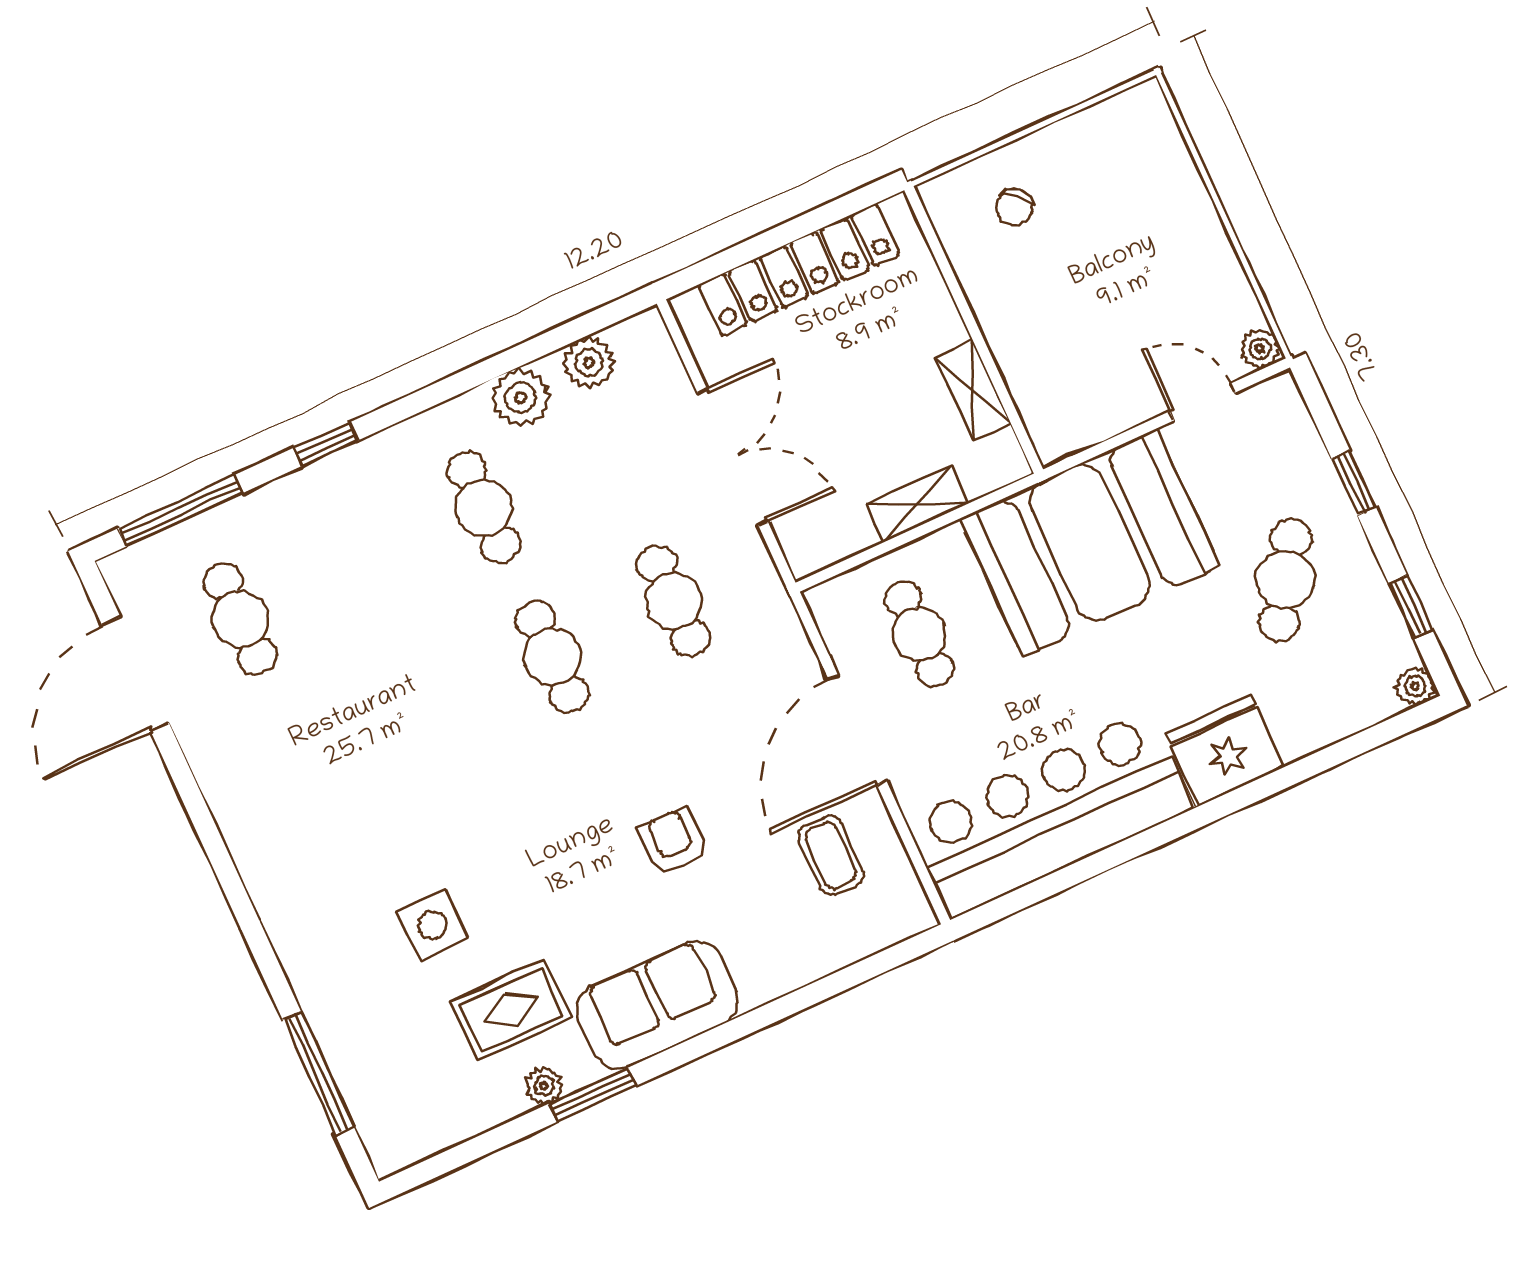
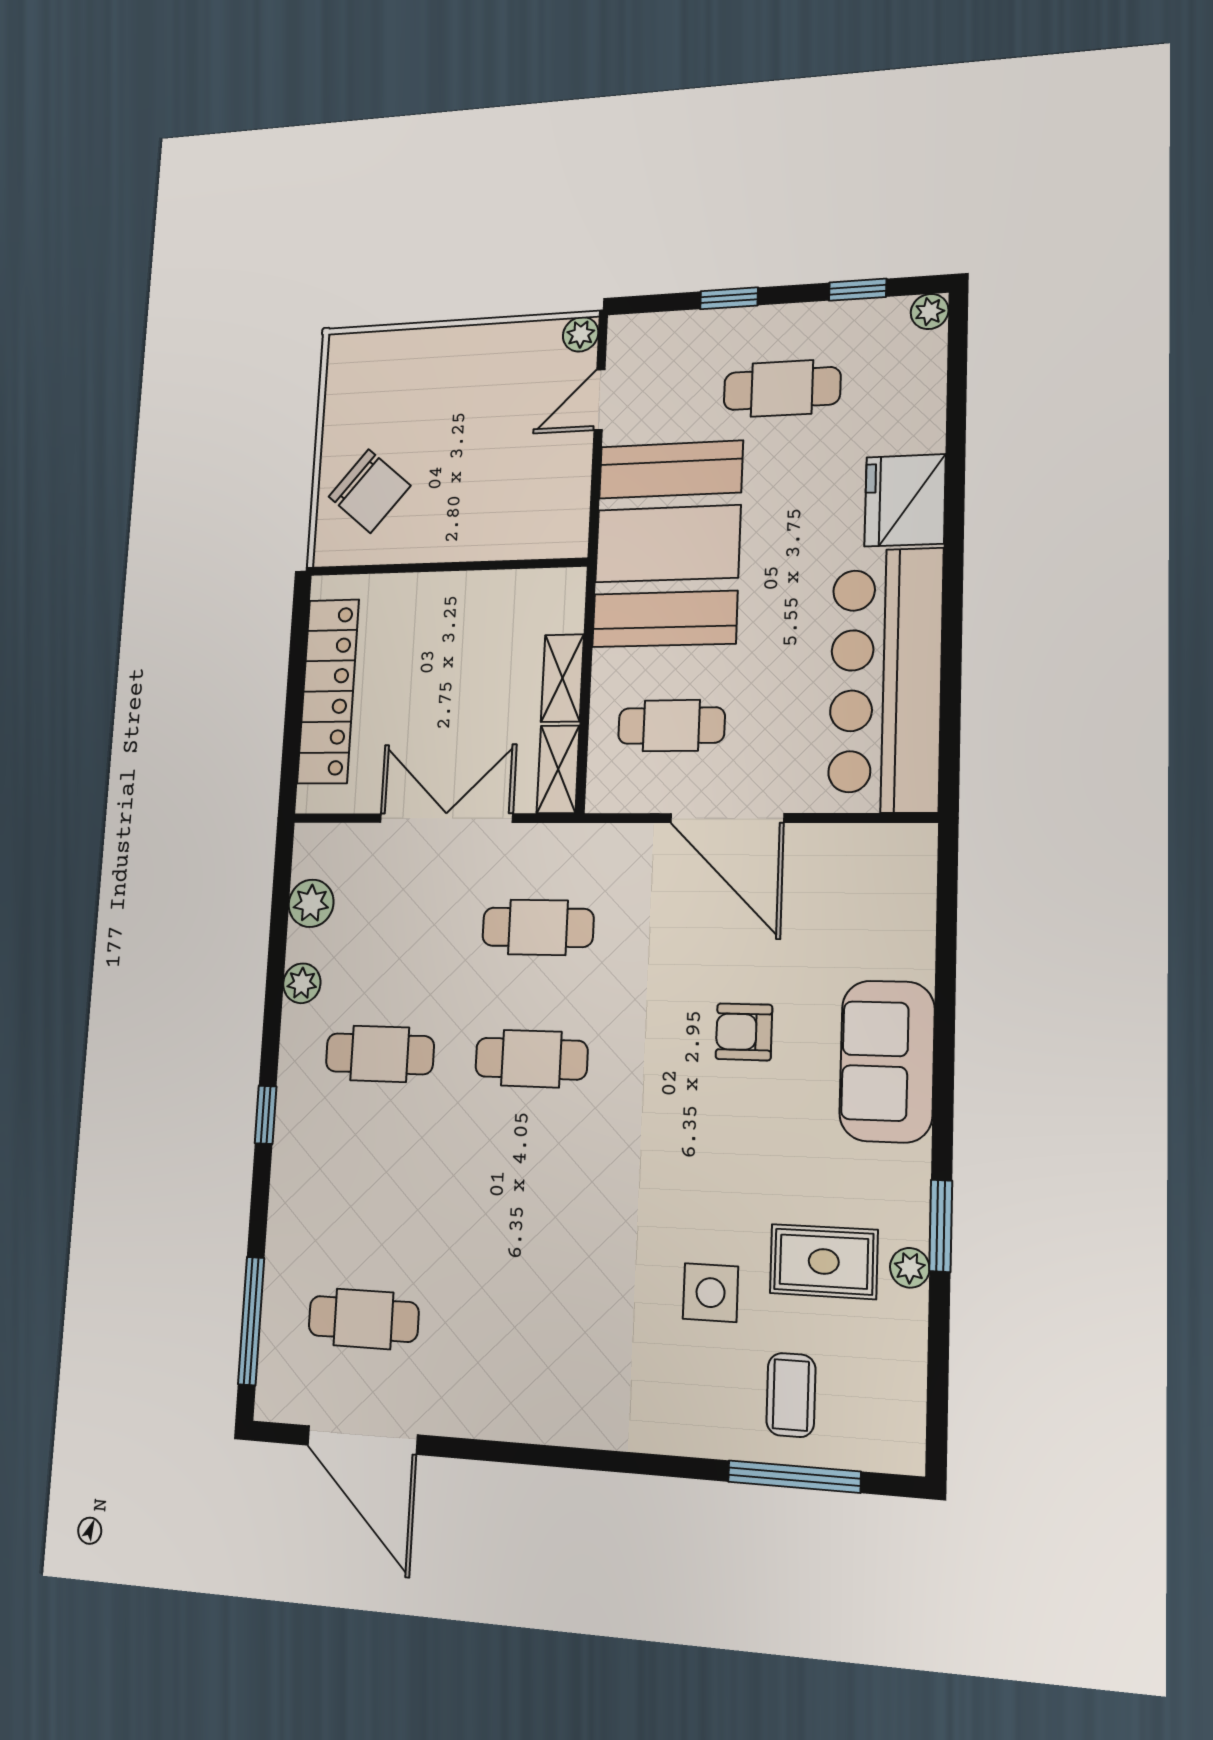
chair: (1014, 207) -> (370, 491), width x1.87, depth x1.87
shelving: (973, 390) -> (558, 769), moved, turned 90
plant: (520, 398) -> (302, 983), width x0.73, depth x0.73
window: (326, 444) -> (266, 1115), moved
cafe table: (1285, 580) -> (782, 388), turned -33
coffee table: (831, 855) -> (791, 1395), moved, turned 90
sofa: (657, 1005) -> (887, 1061), moved
rug: (511, 1010) -> (824, 1261), turned 90

